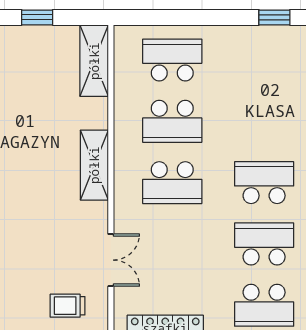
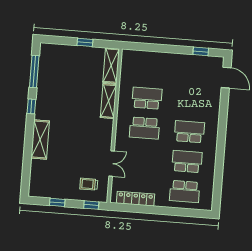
school desk: (172, 60) -> (149, 68), removed
school desk: (172, 121) -> (147, 98), turned 180
shelving: (94, 165) -> (108, 101), moved

